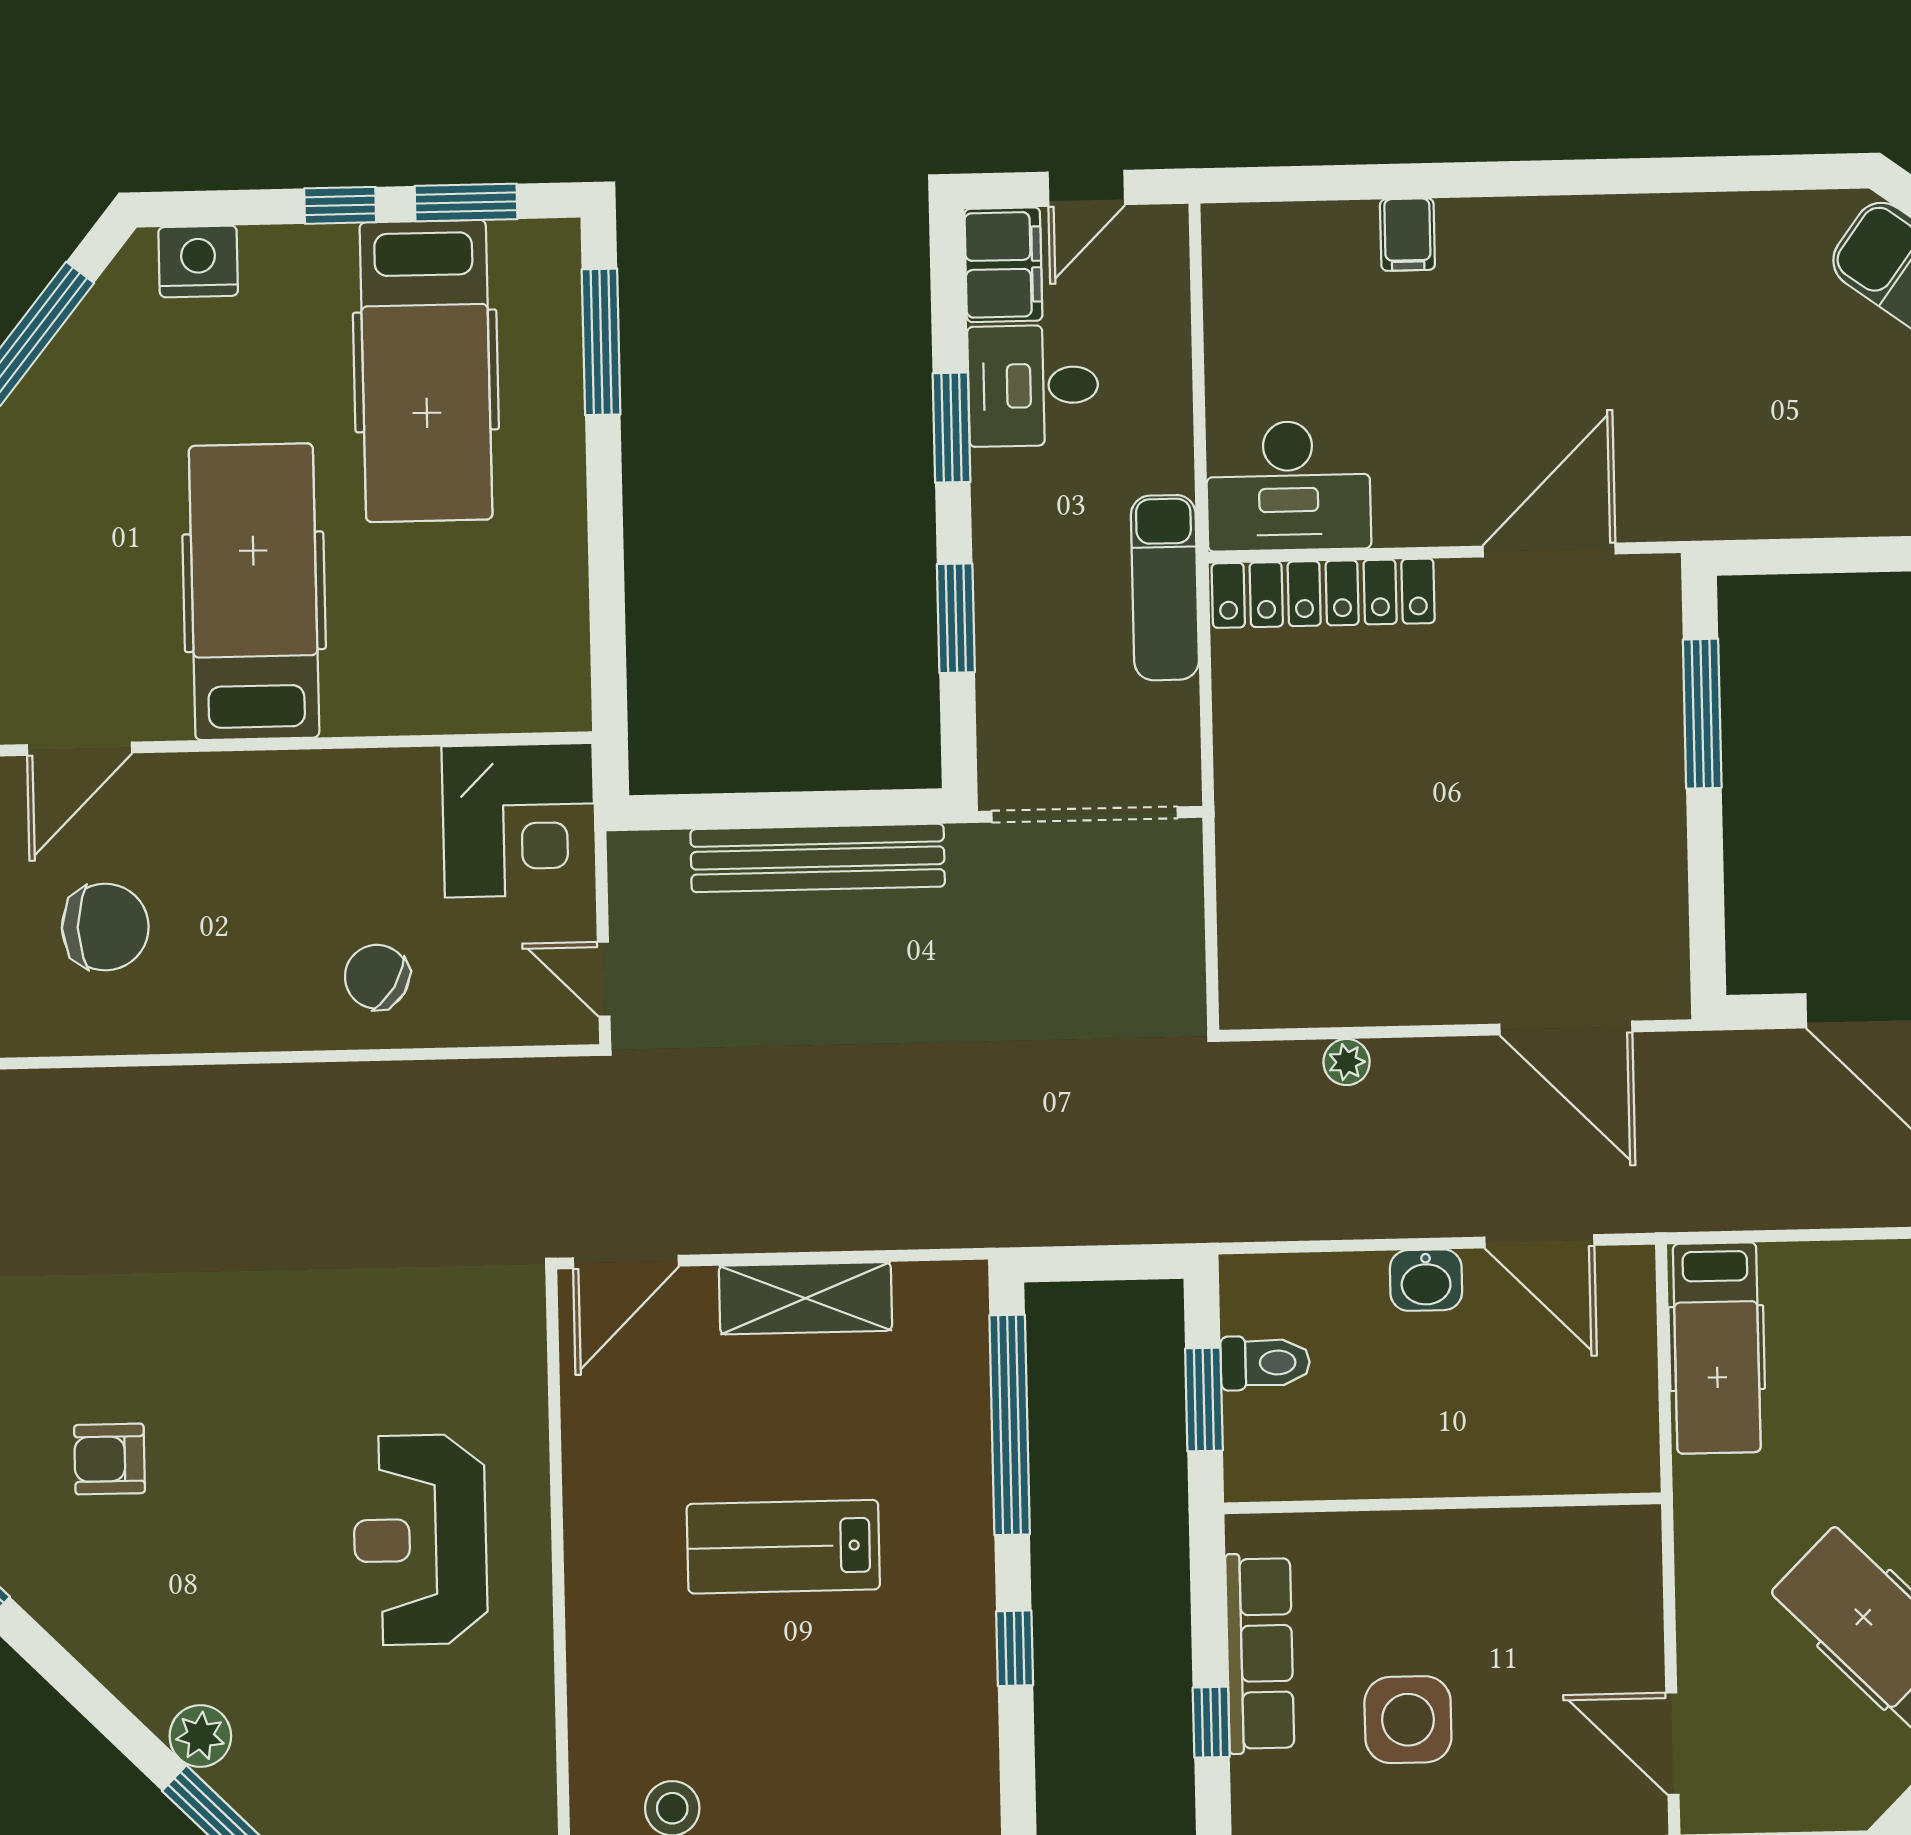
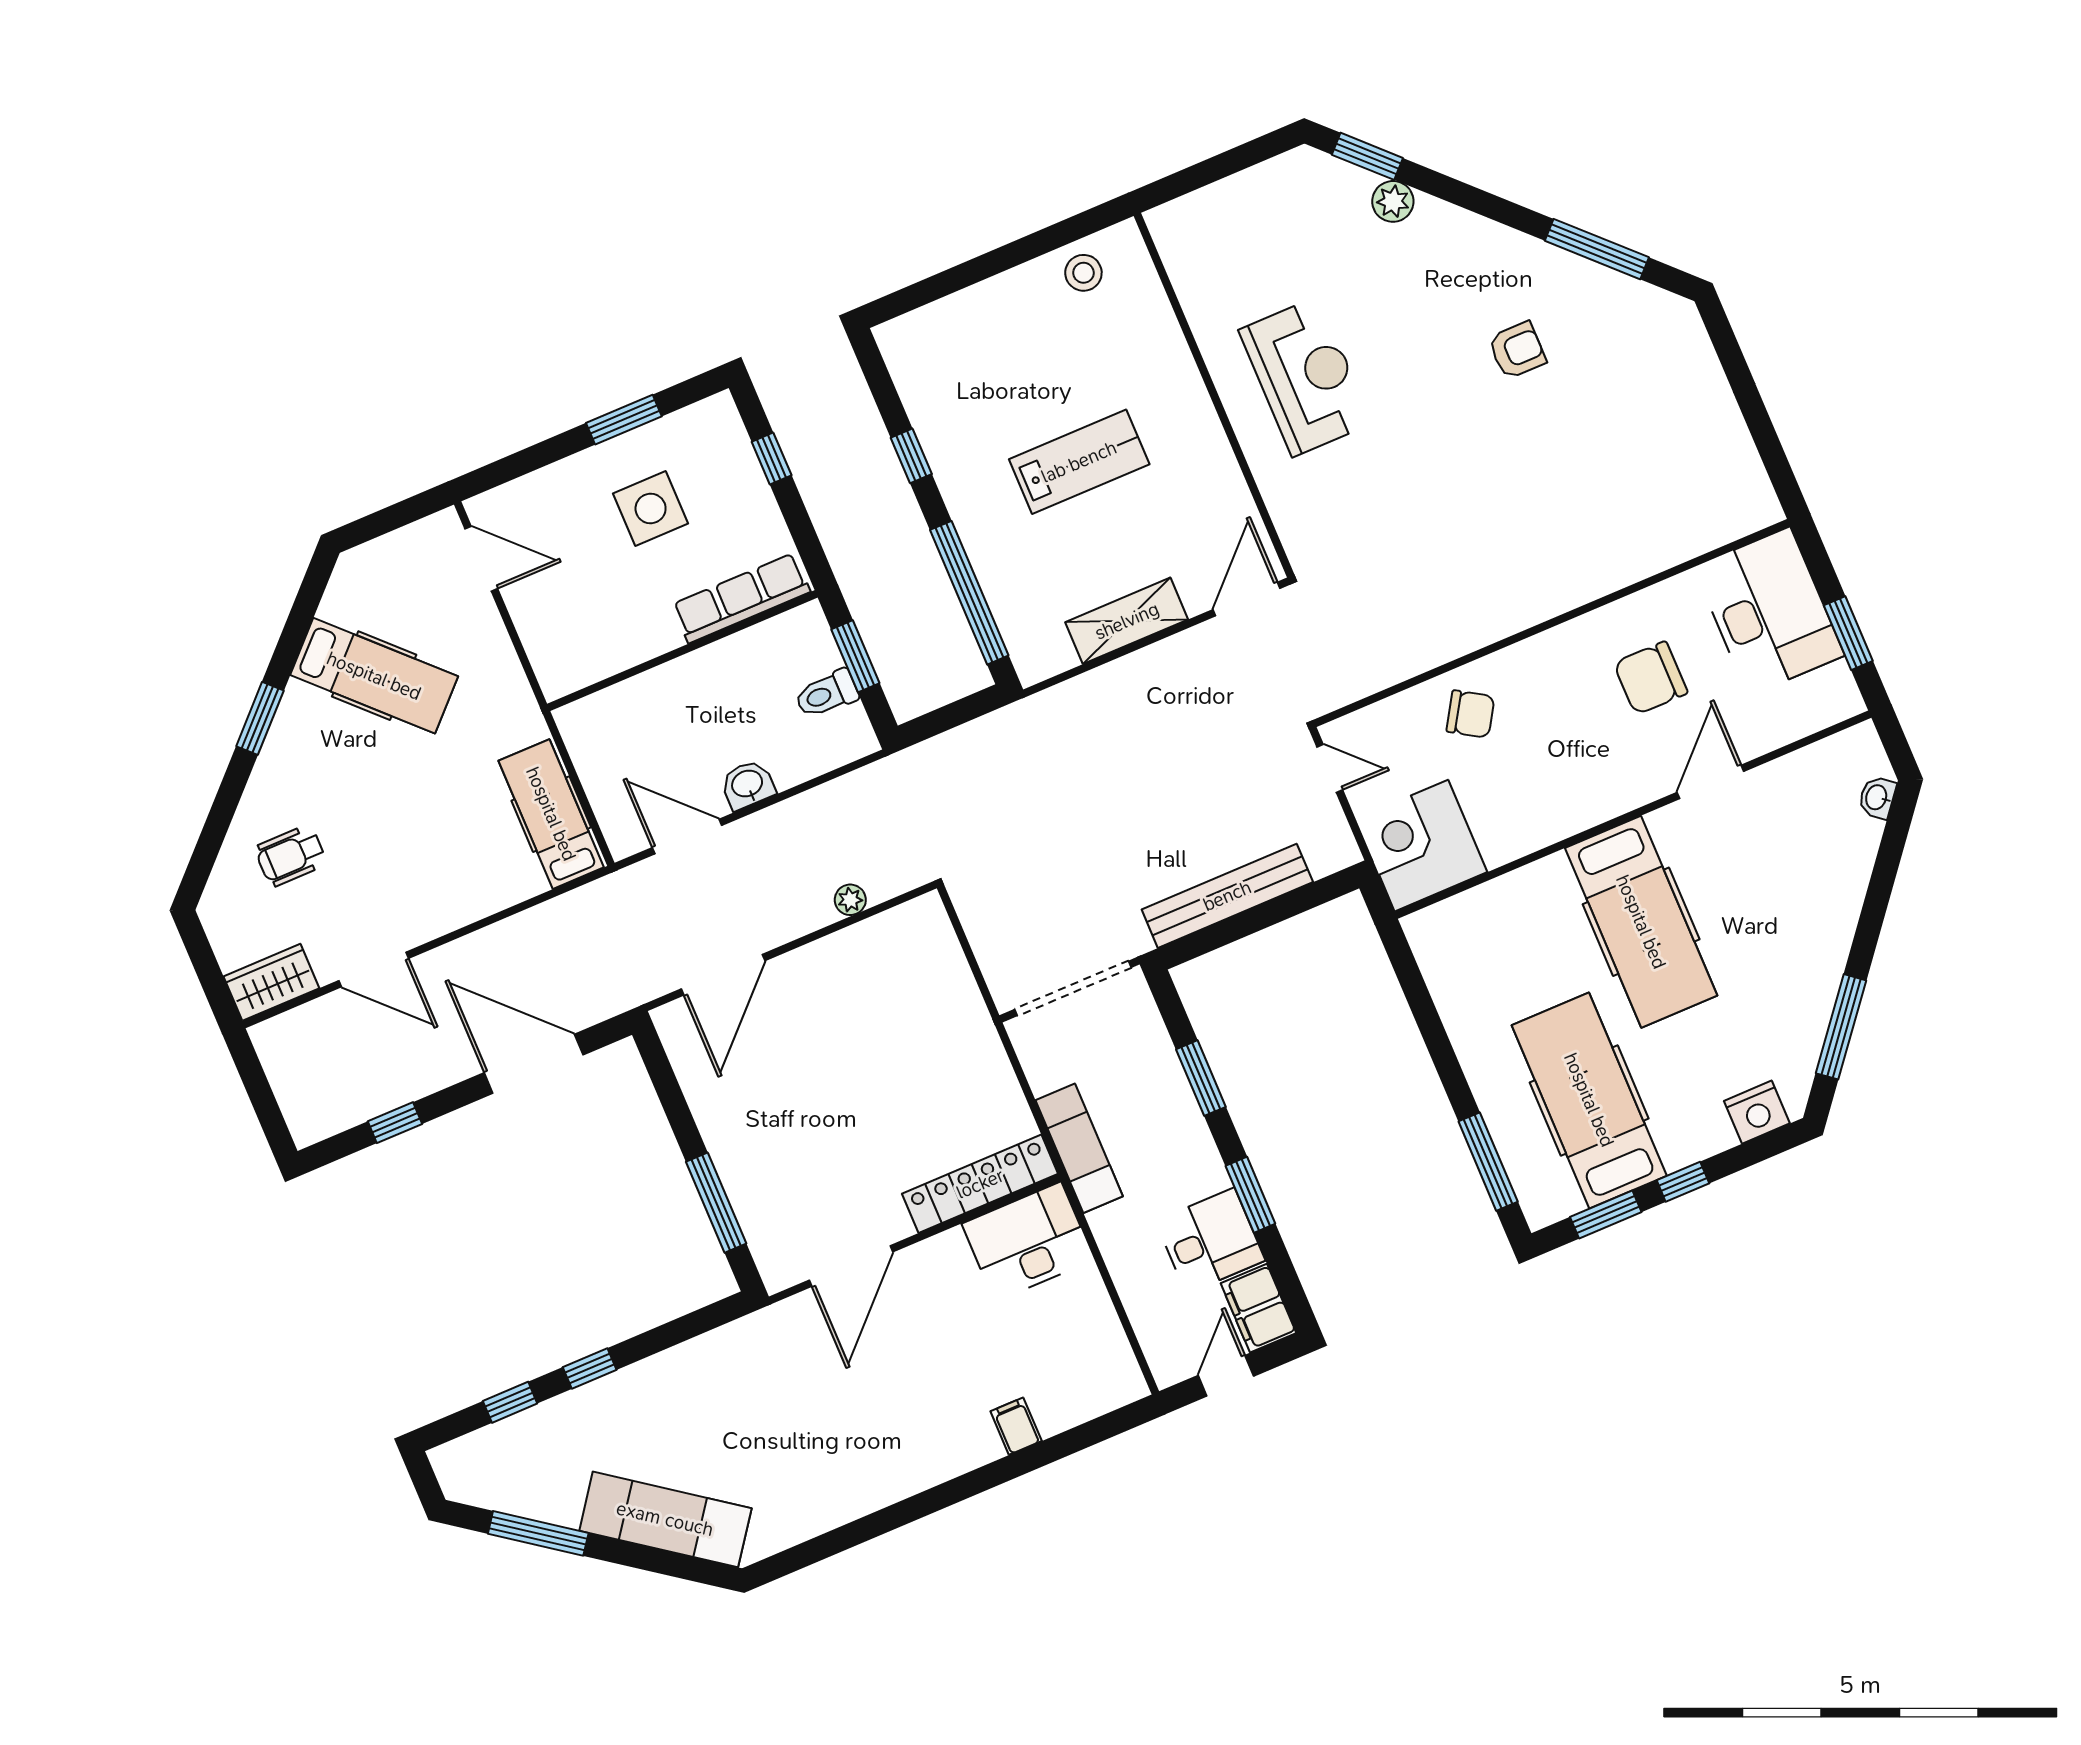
door: (1566, 1028) -> (723, 975), swing flipped
row of seats: (1260, 1654) -> (741, 598), moved, turned 90

